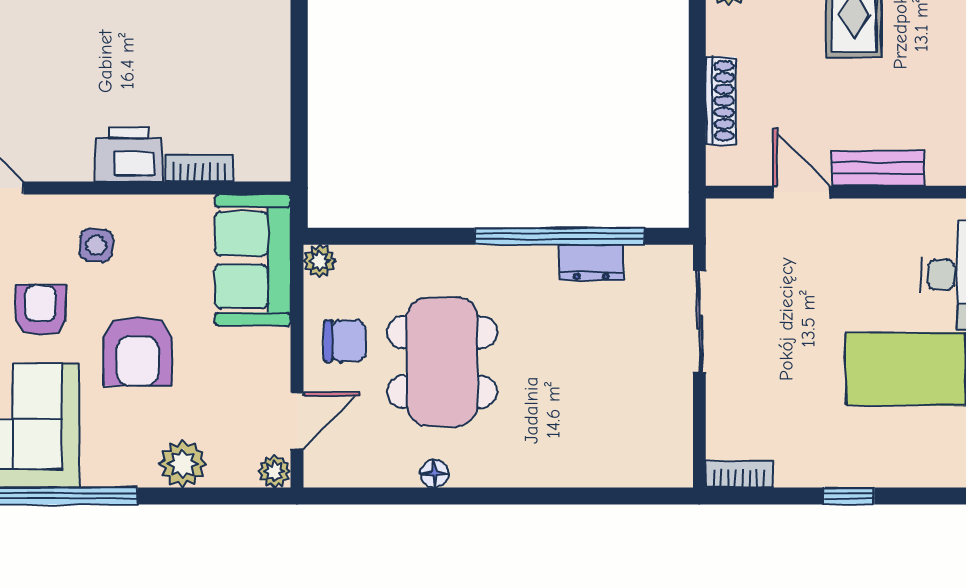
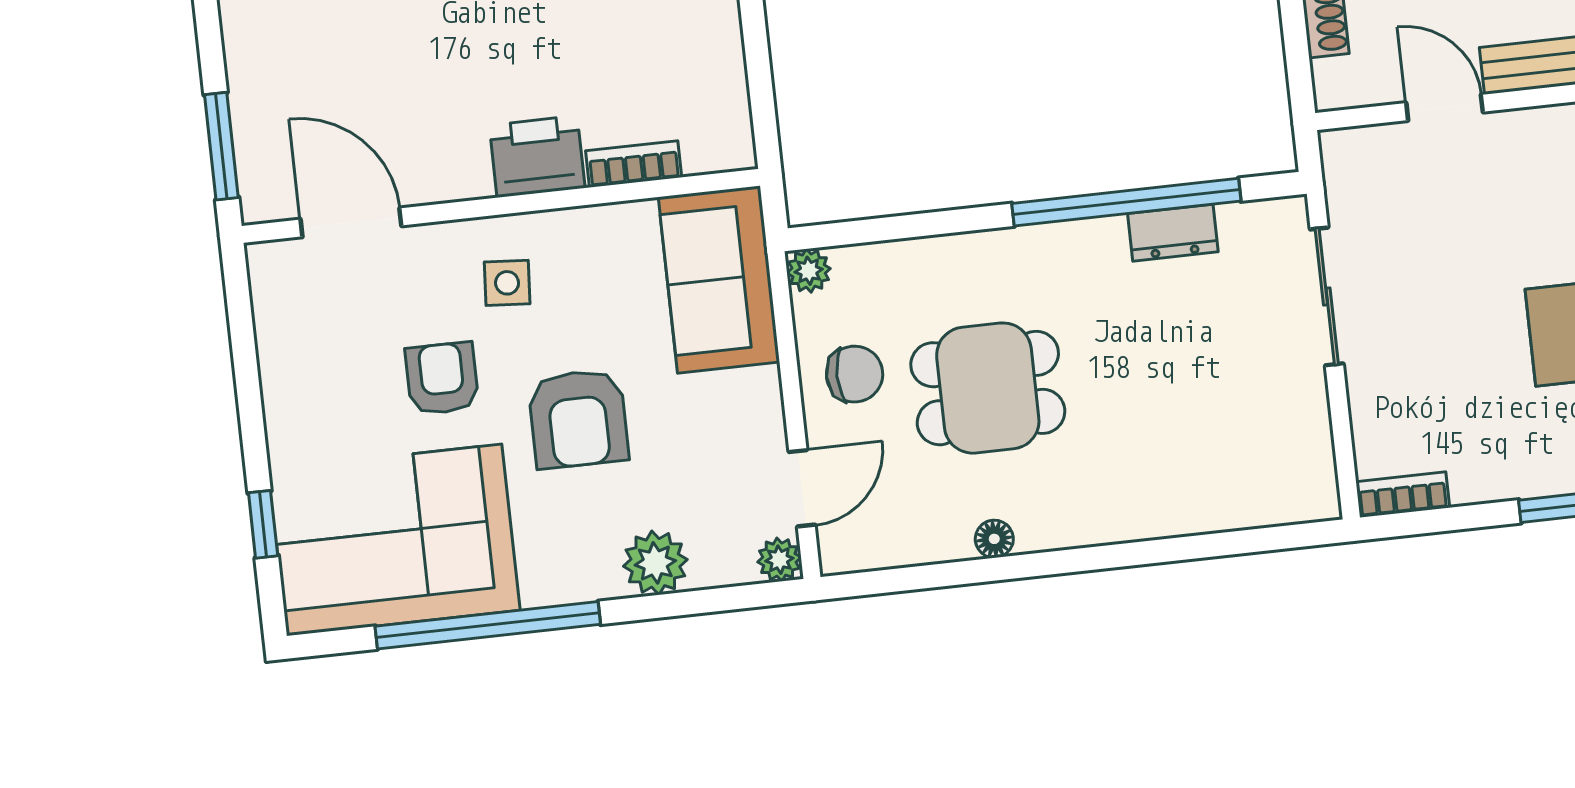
dining table: (442, 362) -> (988, 388), width x0.73

